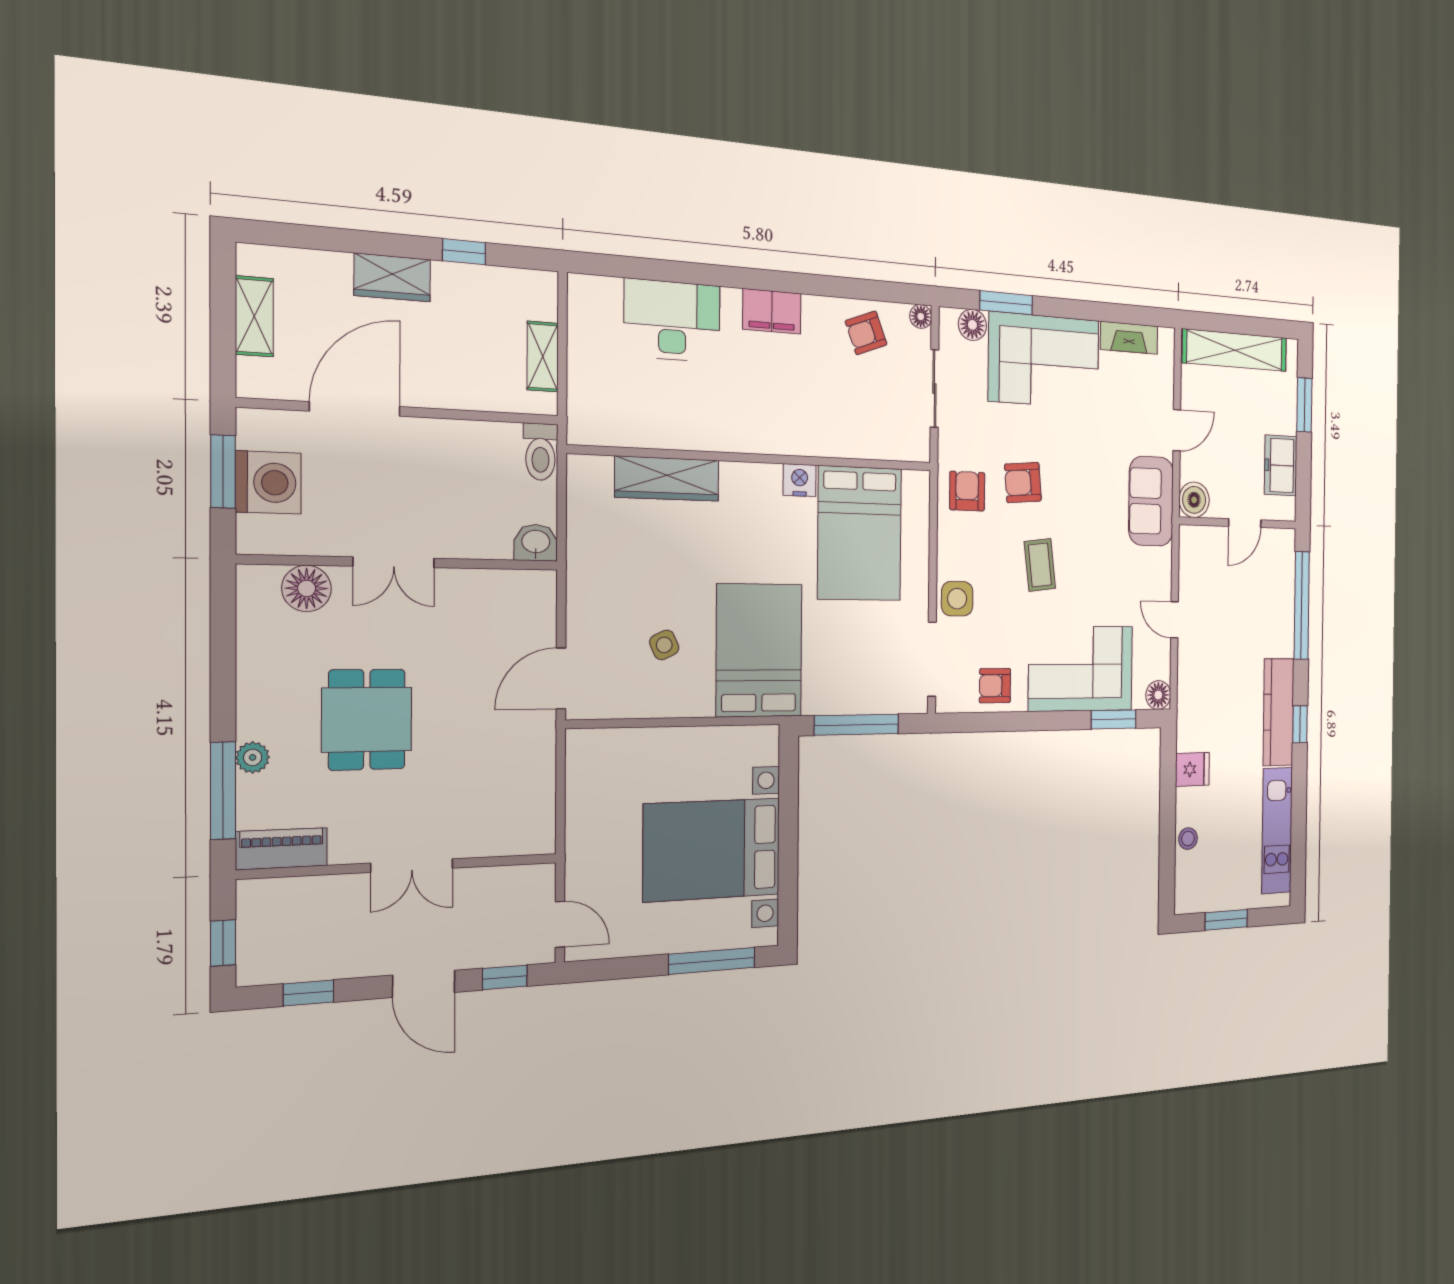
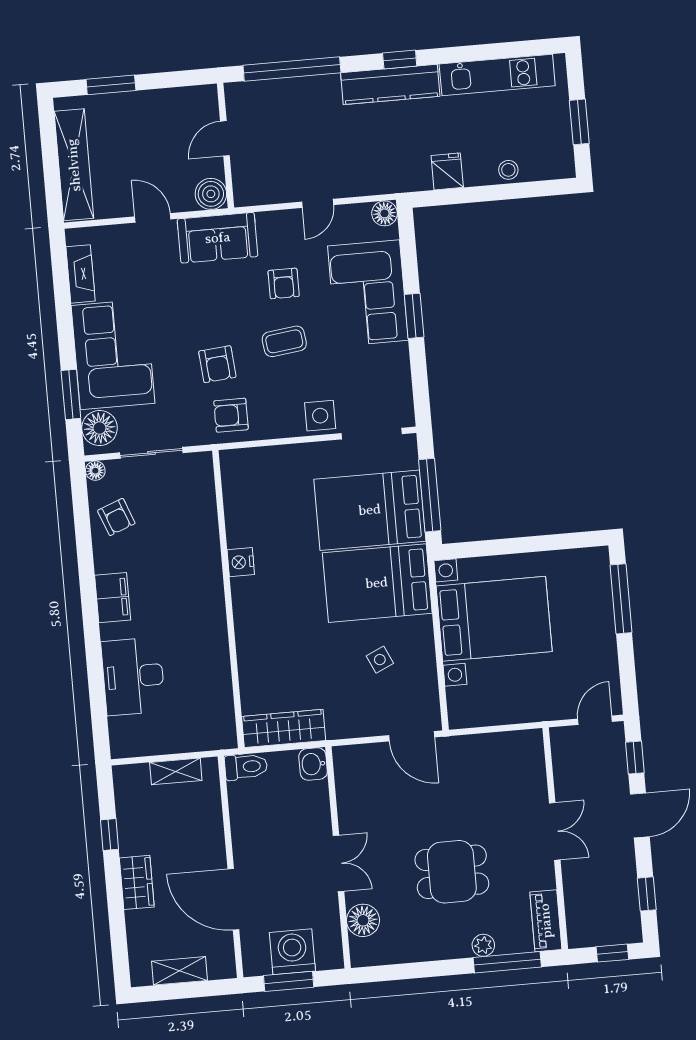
floor lamp: (972, 325) -> (100, 428), width x1.38, depth x1.38
freezer: (1281, 465) -> (169, 105), removed
wardrobe: (667, 479) -> (284, 728), moved, turned -90
door: (1245, 523) -> (225, 138), swing flipped
bed: (860, 533) -> (370, 510), moved, turned 180
armchair: (995, 686) -> (284, 283), moved
window: (1114, 719) -> (414, 316), moved
bed with nightstands: (712, 850) -> (494, 619), moved, turned -90

